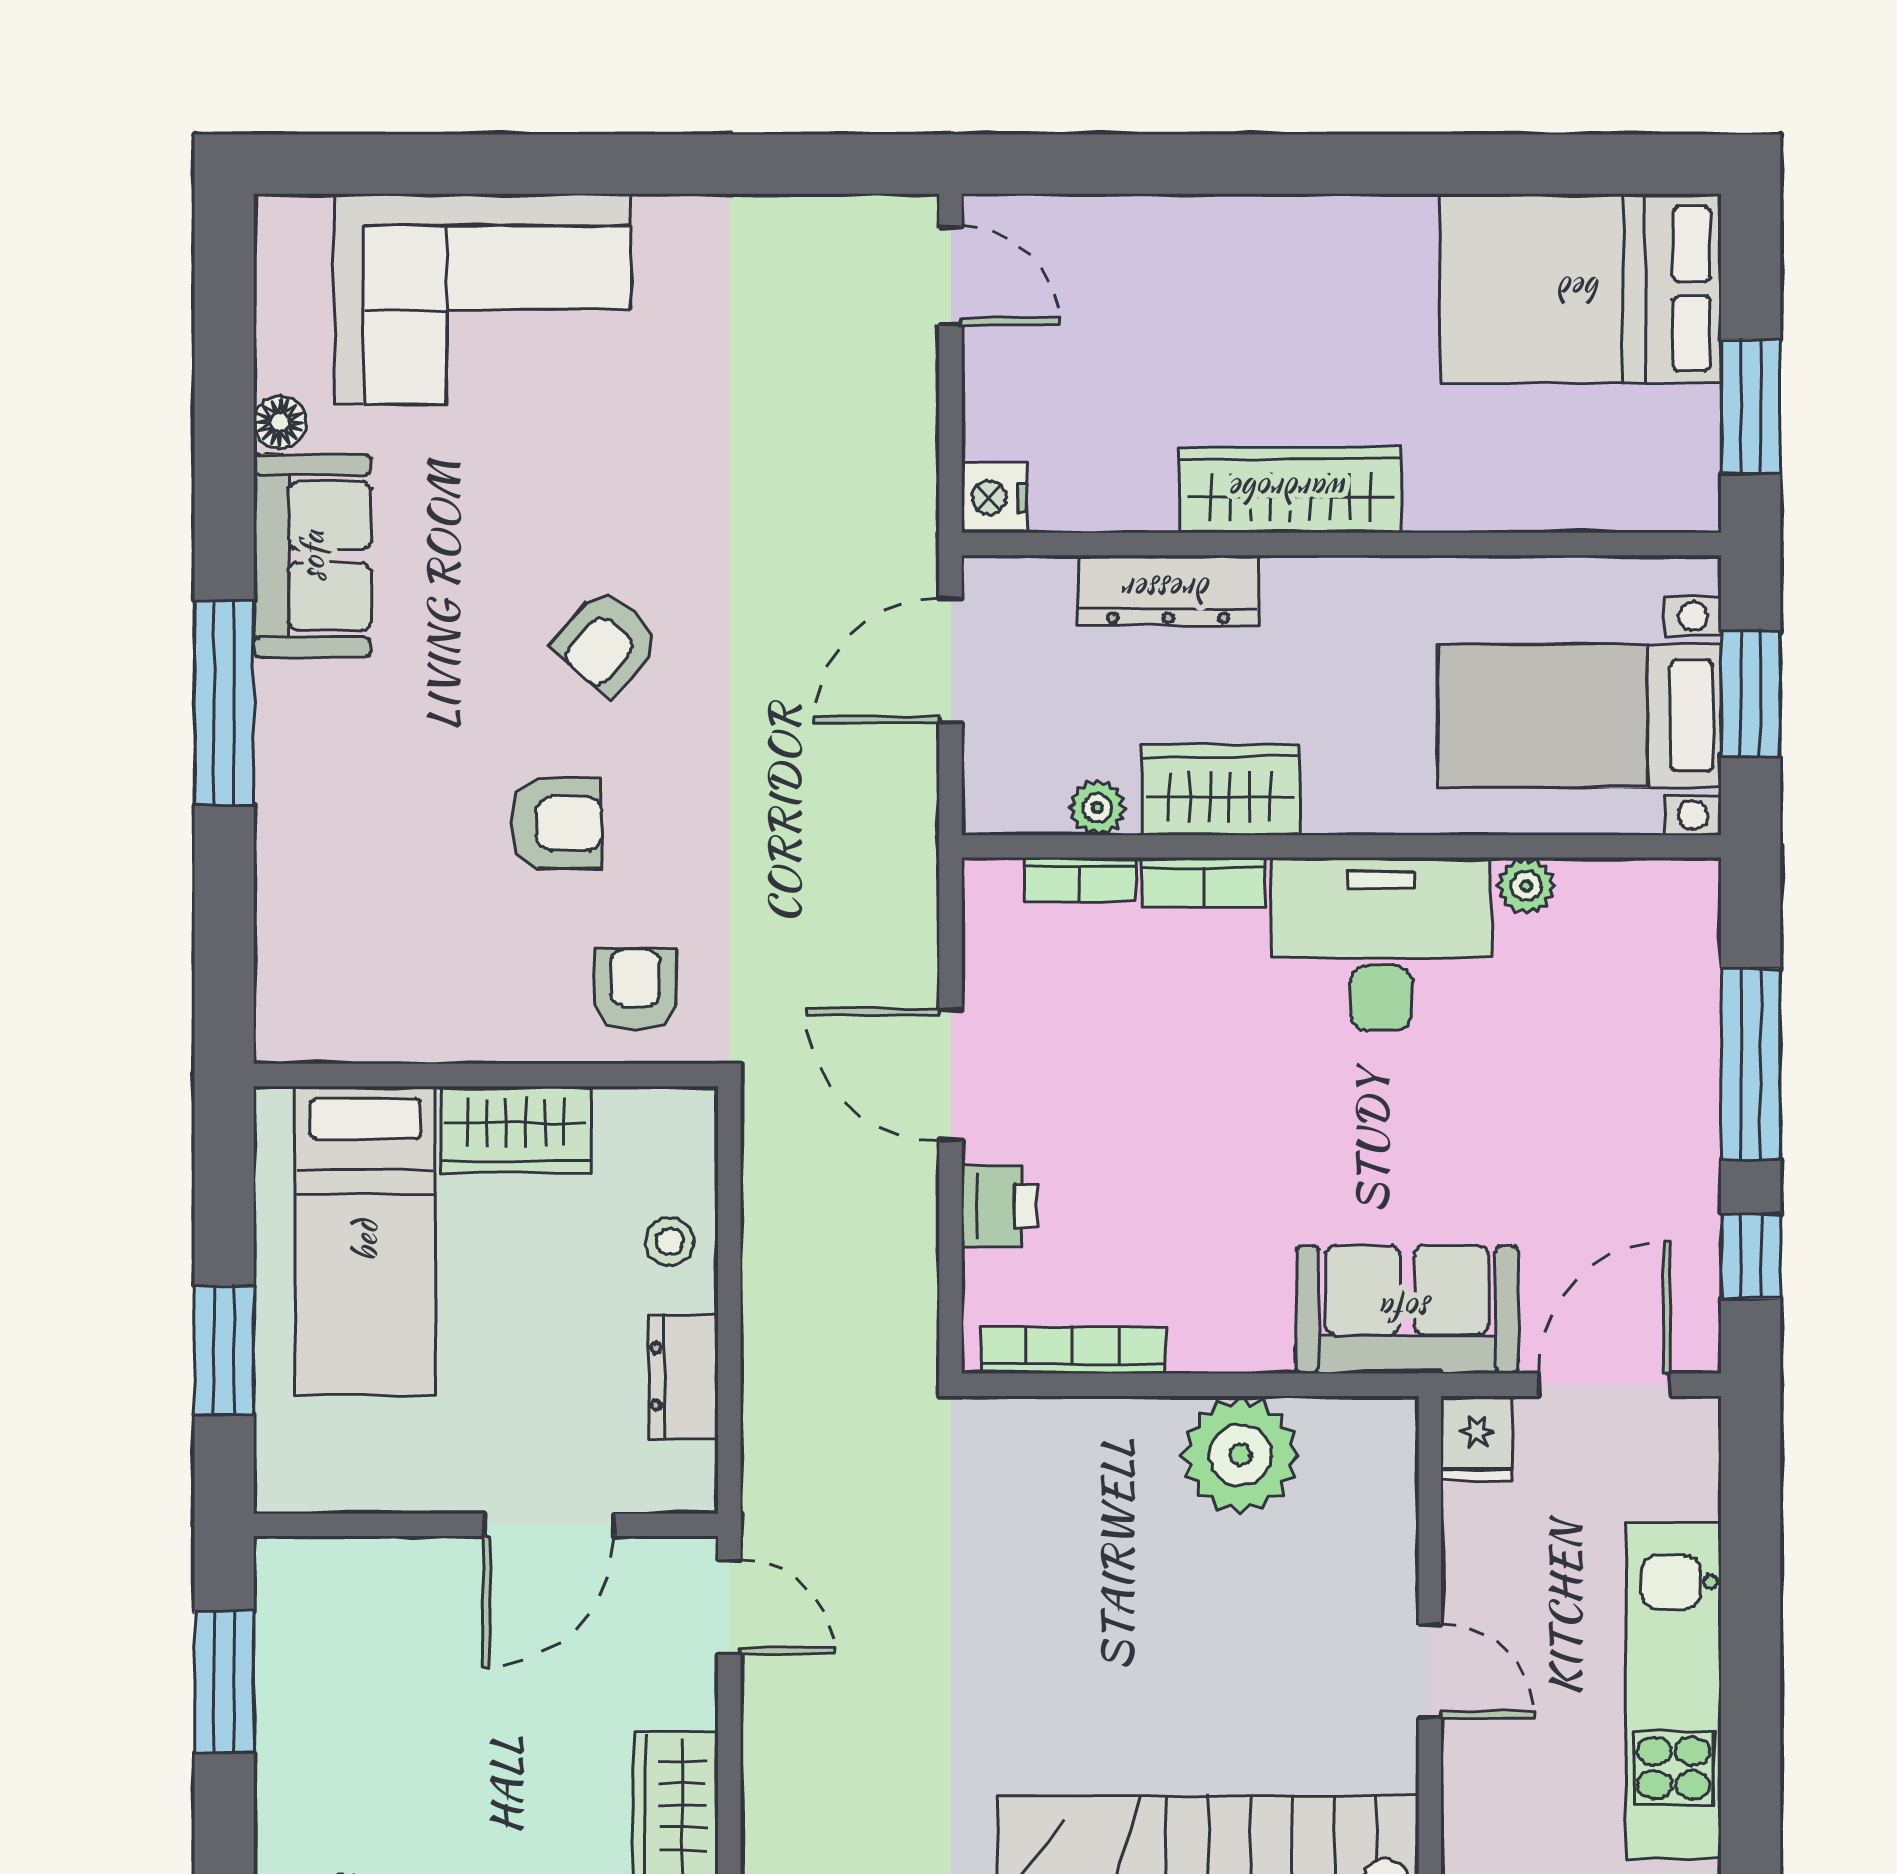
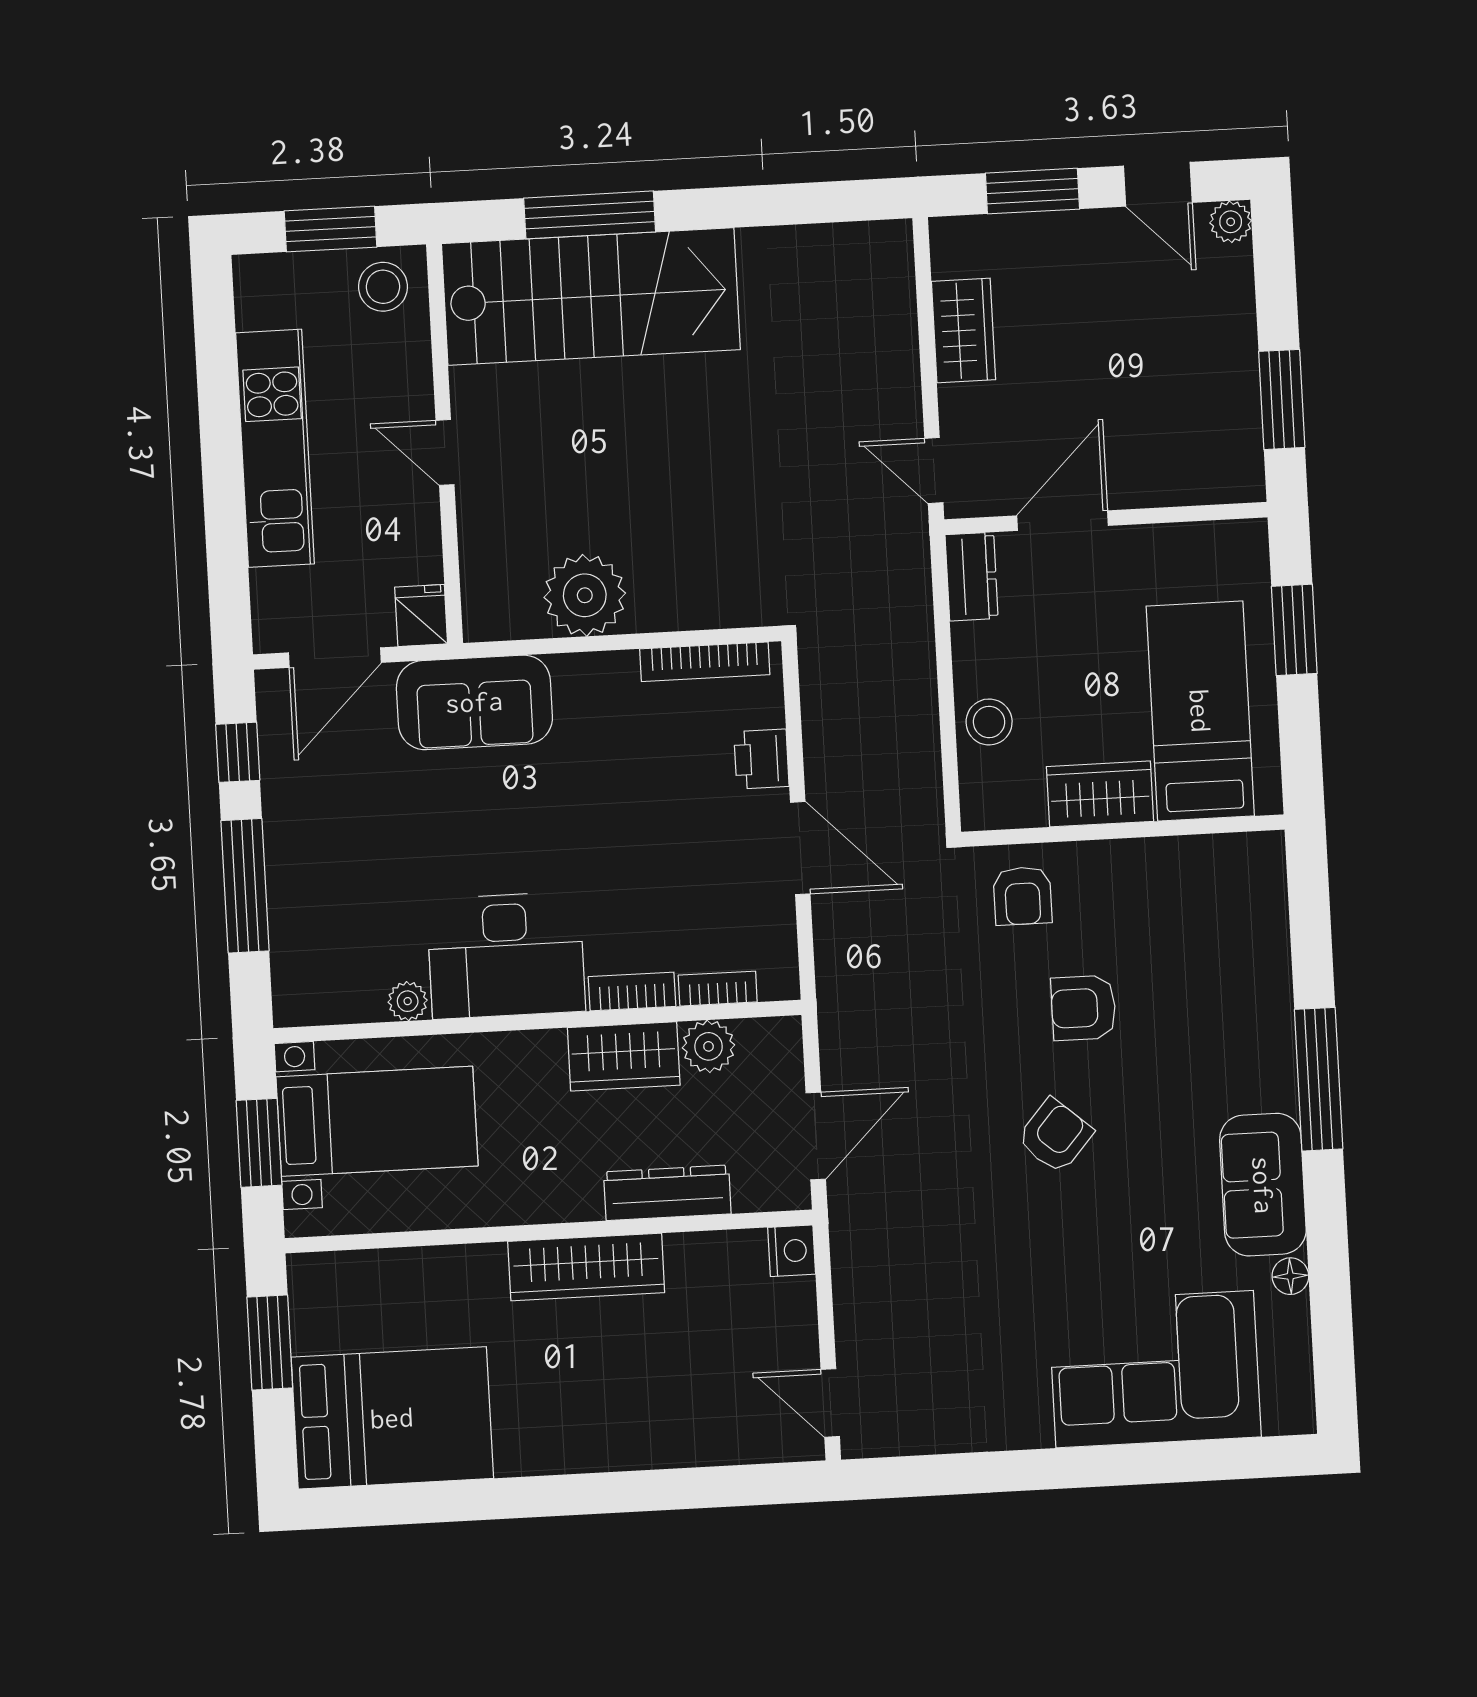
plant: (1098, 808) -> (709, 1046), width x1.38, depth x1.38
stool: (670, 1241) -> (989, 722), width x1.37, depth x1.37
dresser: (683, 1377) -> (972, 577), moved

